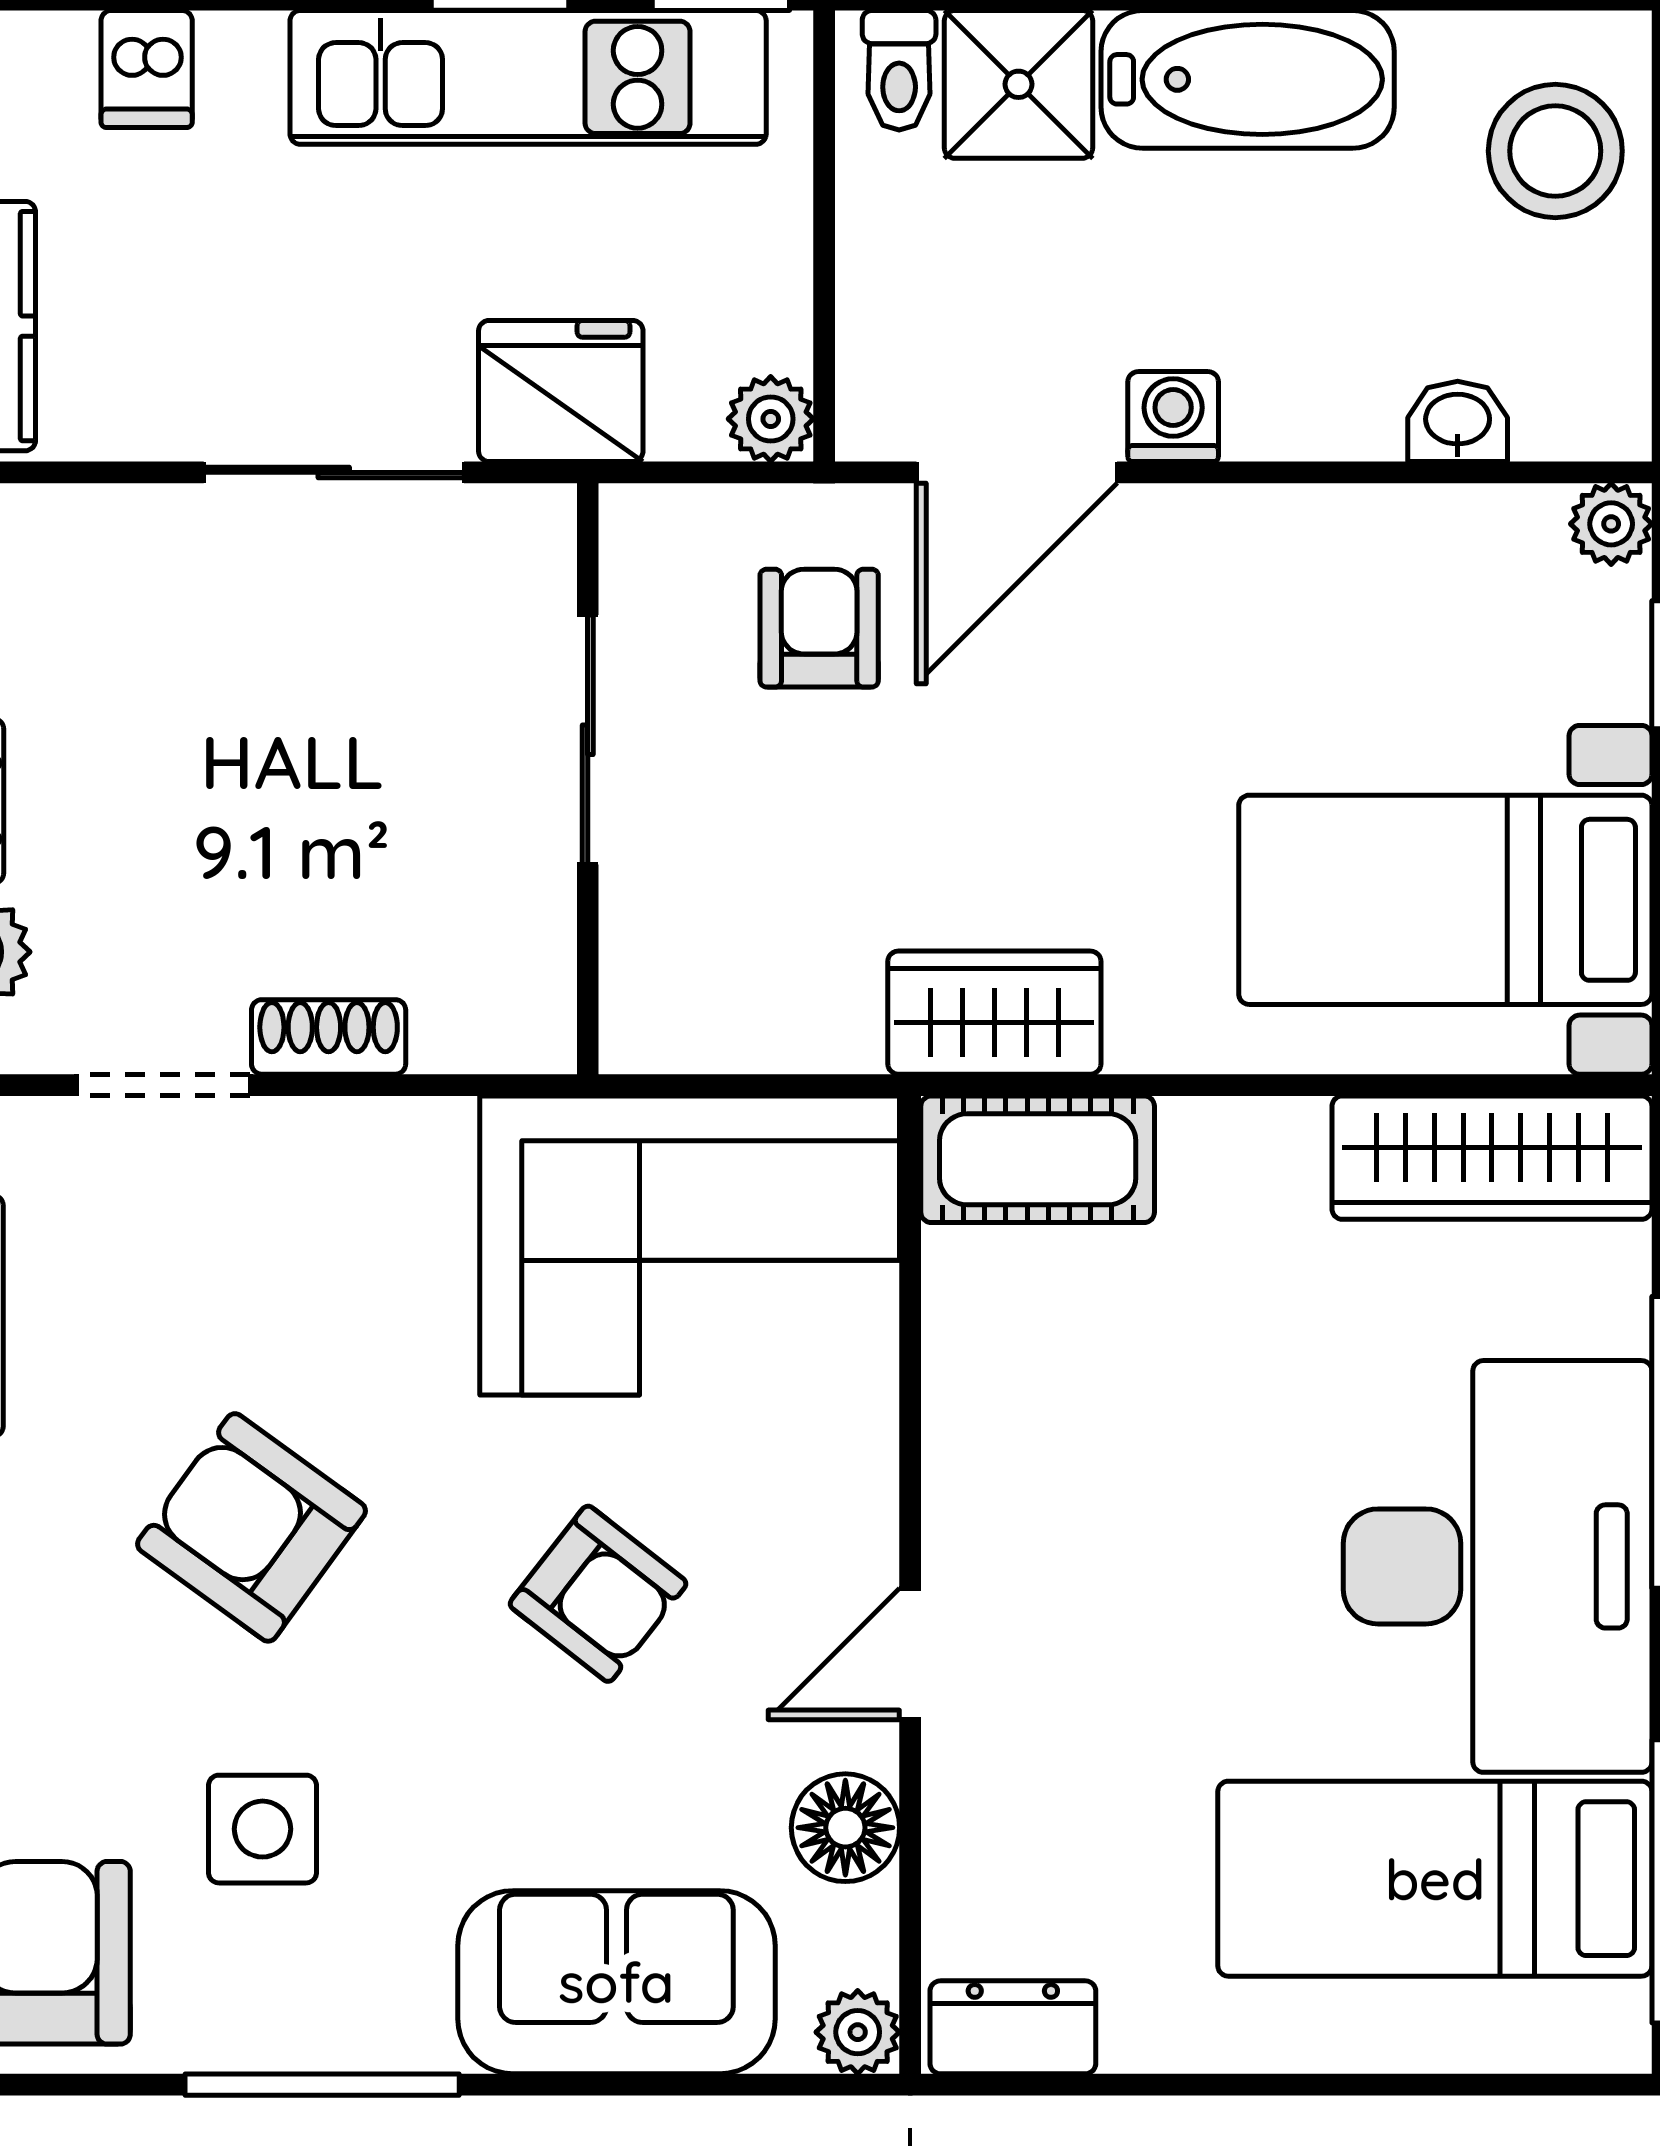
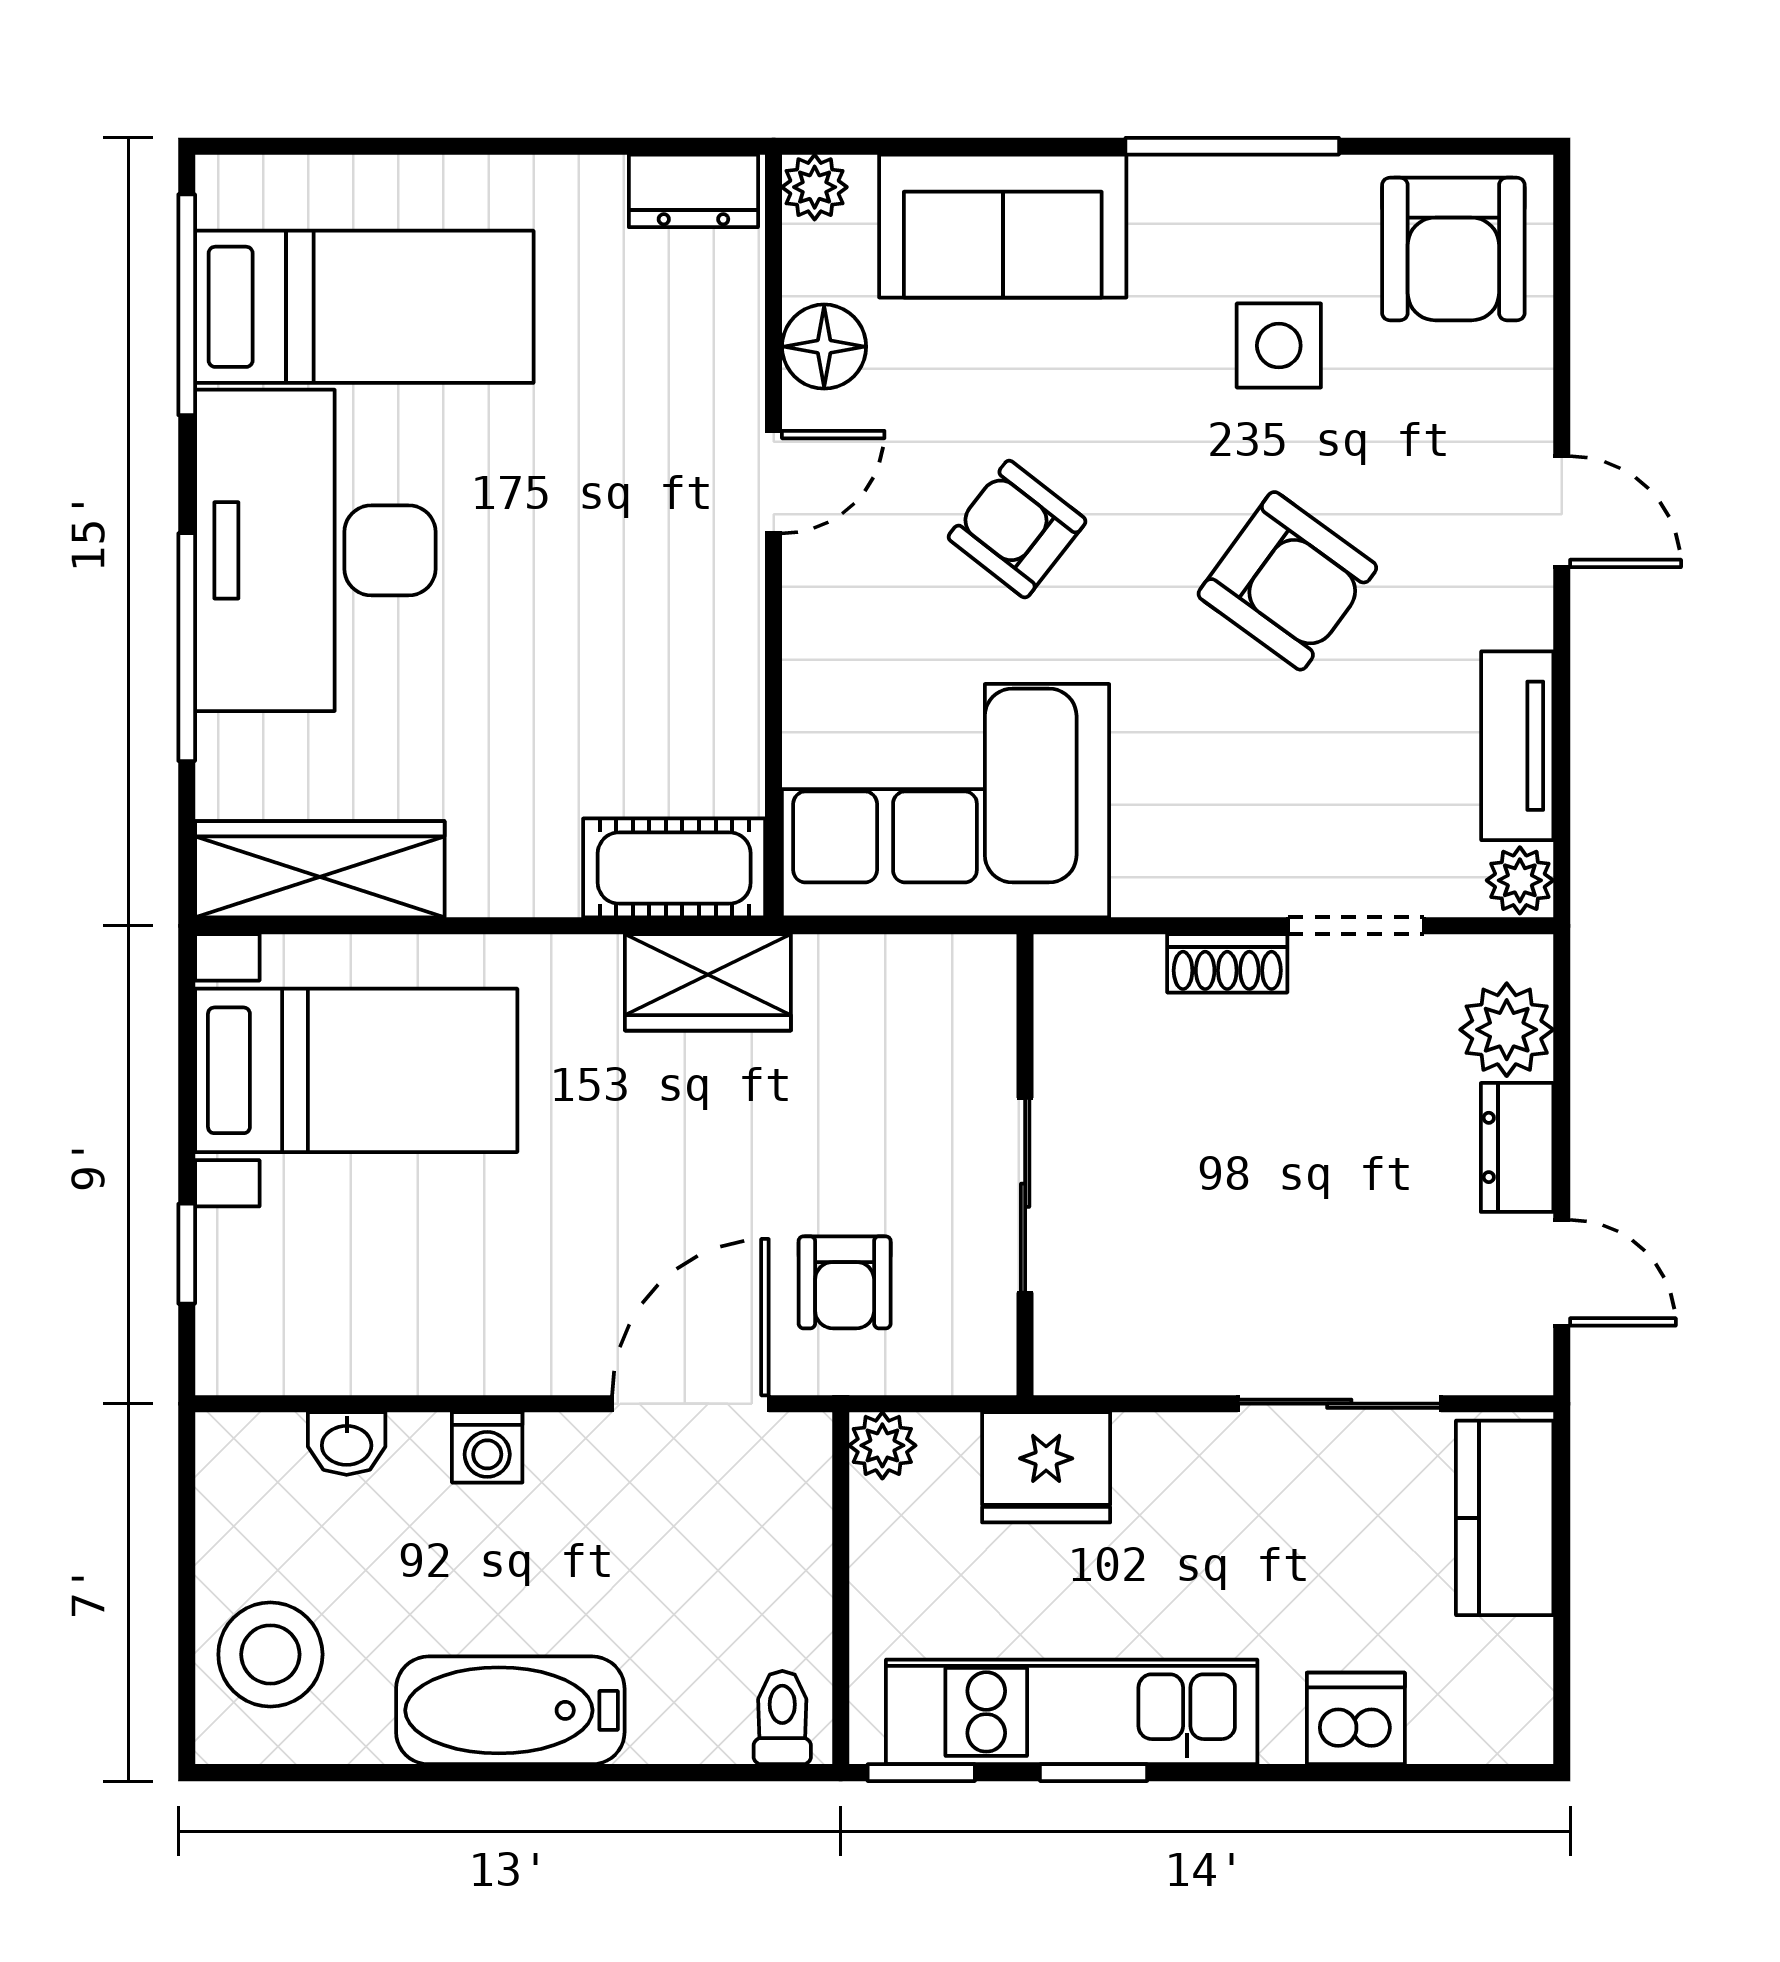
dishwasher: (147, 69) -> (1356, 1718), width x1.38
shower: (1019, 84) -> (689, 1706), removed
washing machine: (1173, 417) -> (487, 1447), moved
sliding door: (334, 472) -> (1339, 1404), moved
plant: (1611, 524) -> (227, 1364), removed

